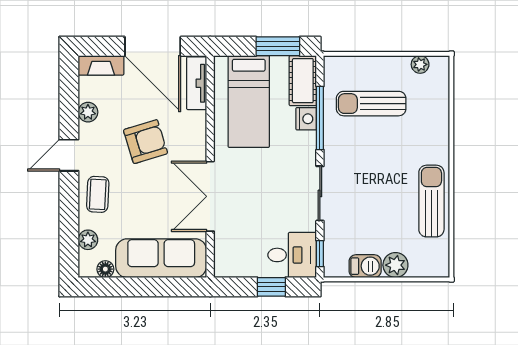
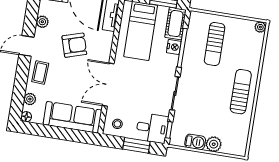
plant: (420, 64) -> (260, 27), moved
sun lounger: (371, 104) -> (215, 44), turned -90
sun lounger: (431, 201) -> (241, 92), moved
stool: (235, 257) -> (117, 124), added
floor lamp: (105, 269) -> (26, 117), moved
window: (271, 287) -> (136, 145), width x1.50

